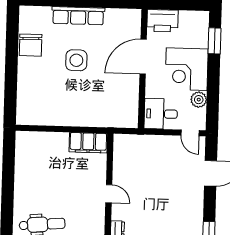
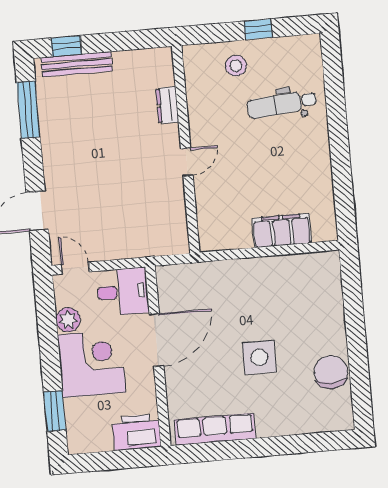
row of seats: (78, 16) -> (215, 429), moved
door: (143, 57) -> (156, 340), moved
filing cabinet: (88, 143) -> (282, 231), moved
door: (109, 194) -> (187, 162), swing flipped

